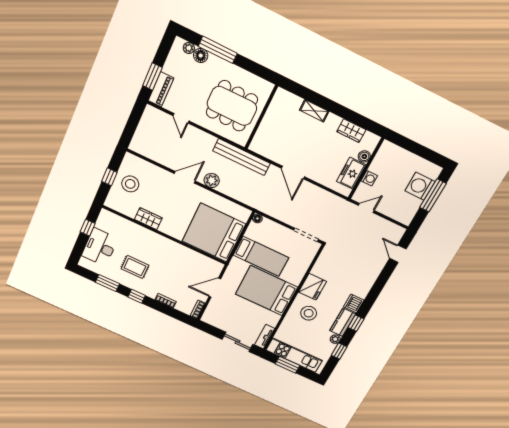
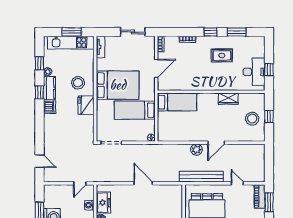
bench: (242, 157) -> (201, 177), moved
bed: (214, 233) -> (177, 102), width x0.49
desk: (100, 247) -> (254, 72), moved
sliding door: (237, 342) -> (133, 32), moved

